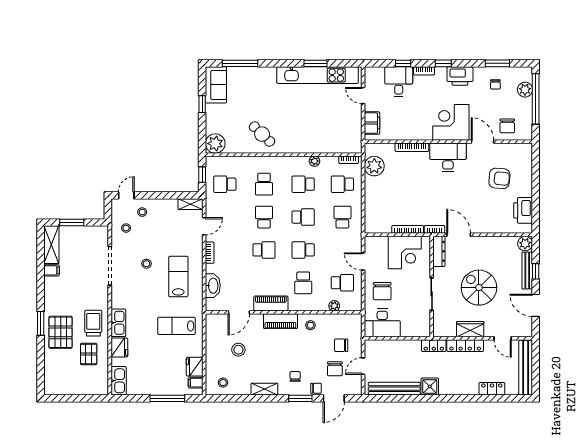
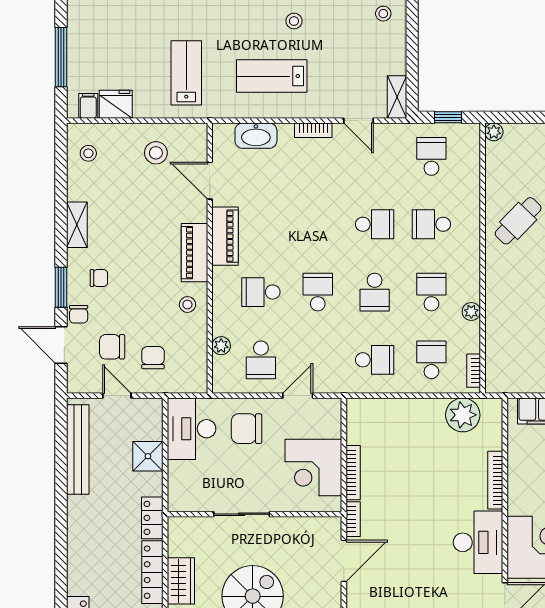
plant: (215, 144) -> (494, 132), width x0.53, depth x0.53
school desk: (264, 250) -> (318, 224), removed
dresser: (439, 251) -> (315, 527), removed
lab bench: (178, 276) -> (272, 76), turned 180
stool: (238, 350) -> (156, 153), moved
shower: (430, 386) -> (148, 456), moved

